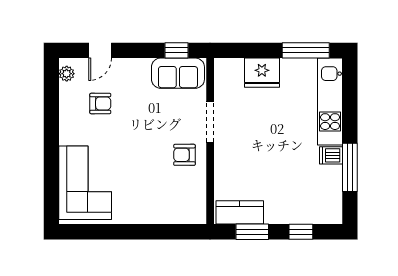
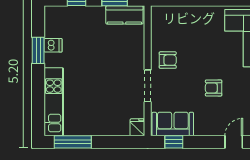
fridge: (262, 73) -> (137, 127), moved, width x0.53, depth x0.75
armchair: (100, 104) -> (214, 88), moved
dishwasher: (331, 155) -> (53, 45), moved
window: (350, 167) -> (38, 50), width x0.69

